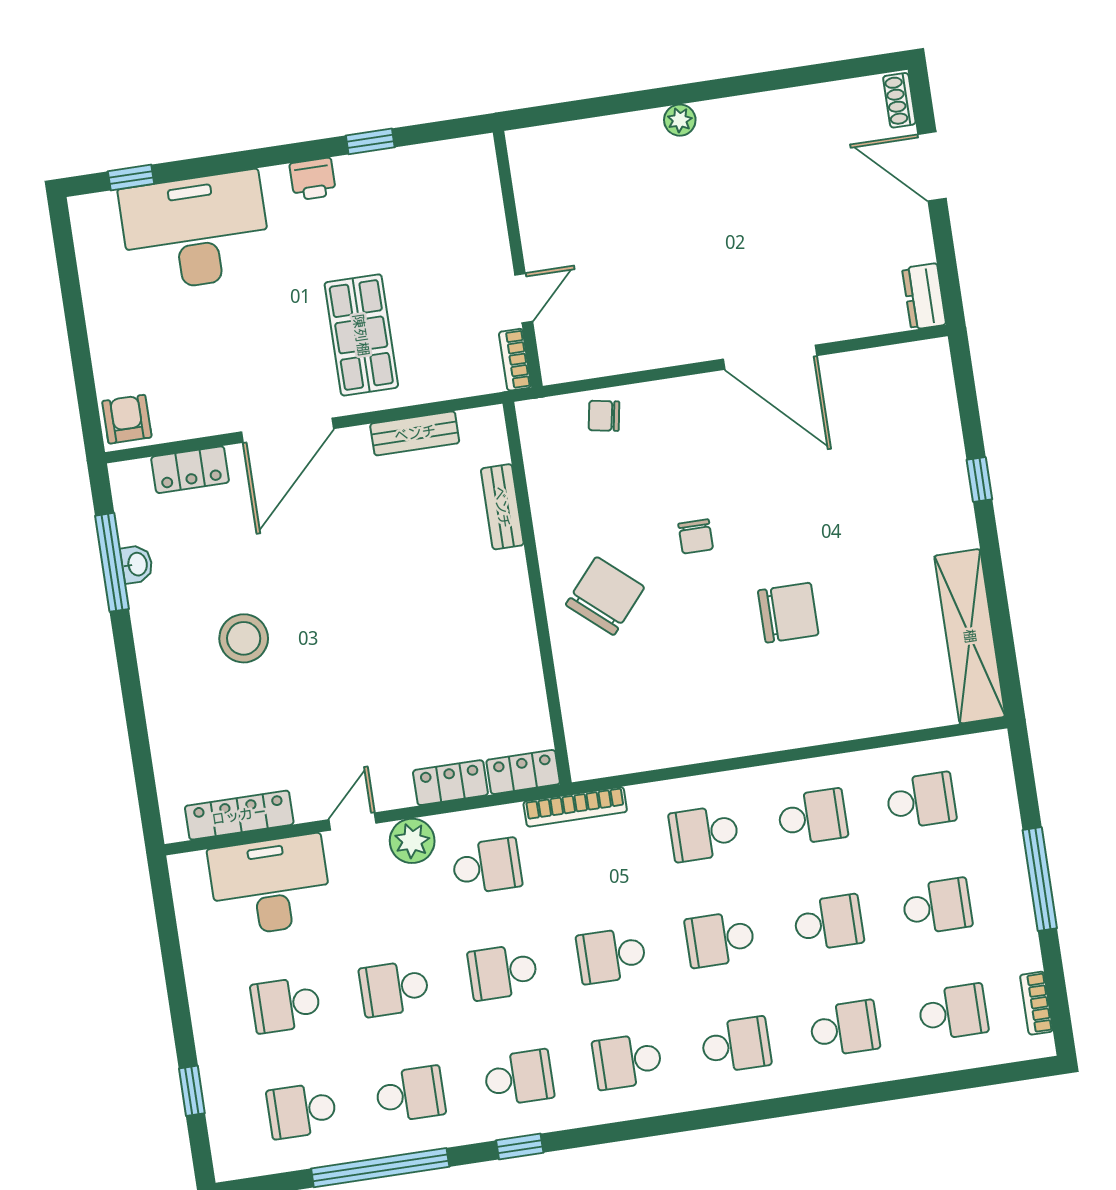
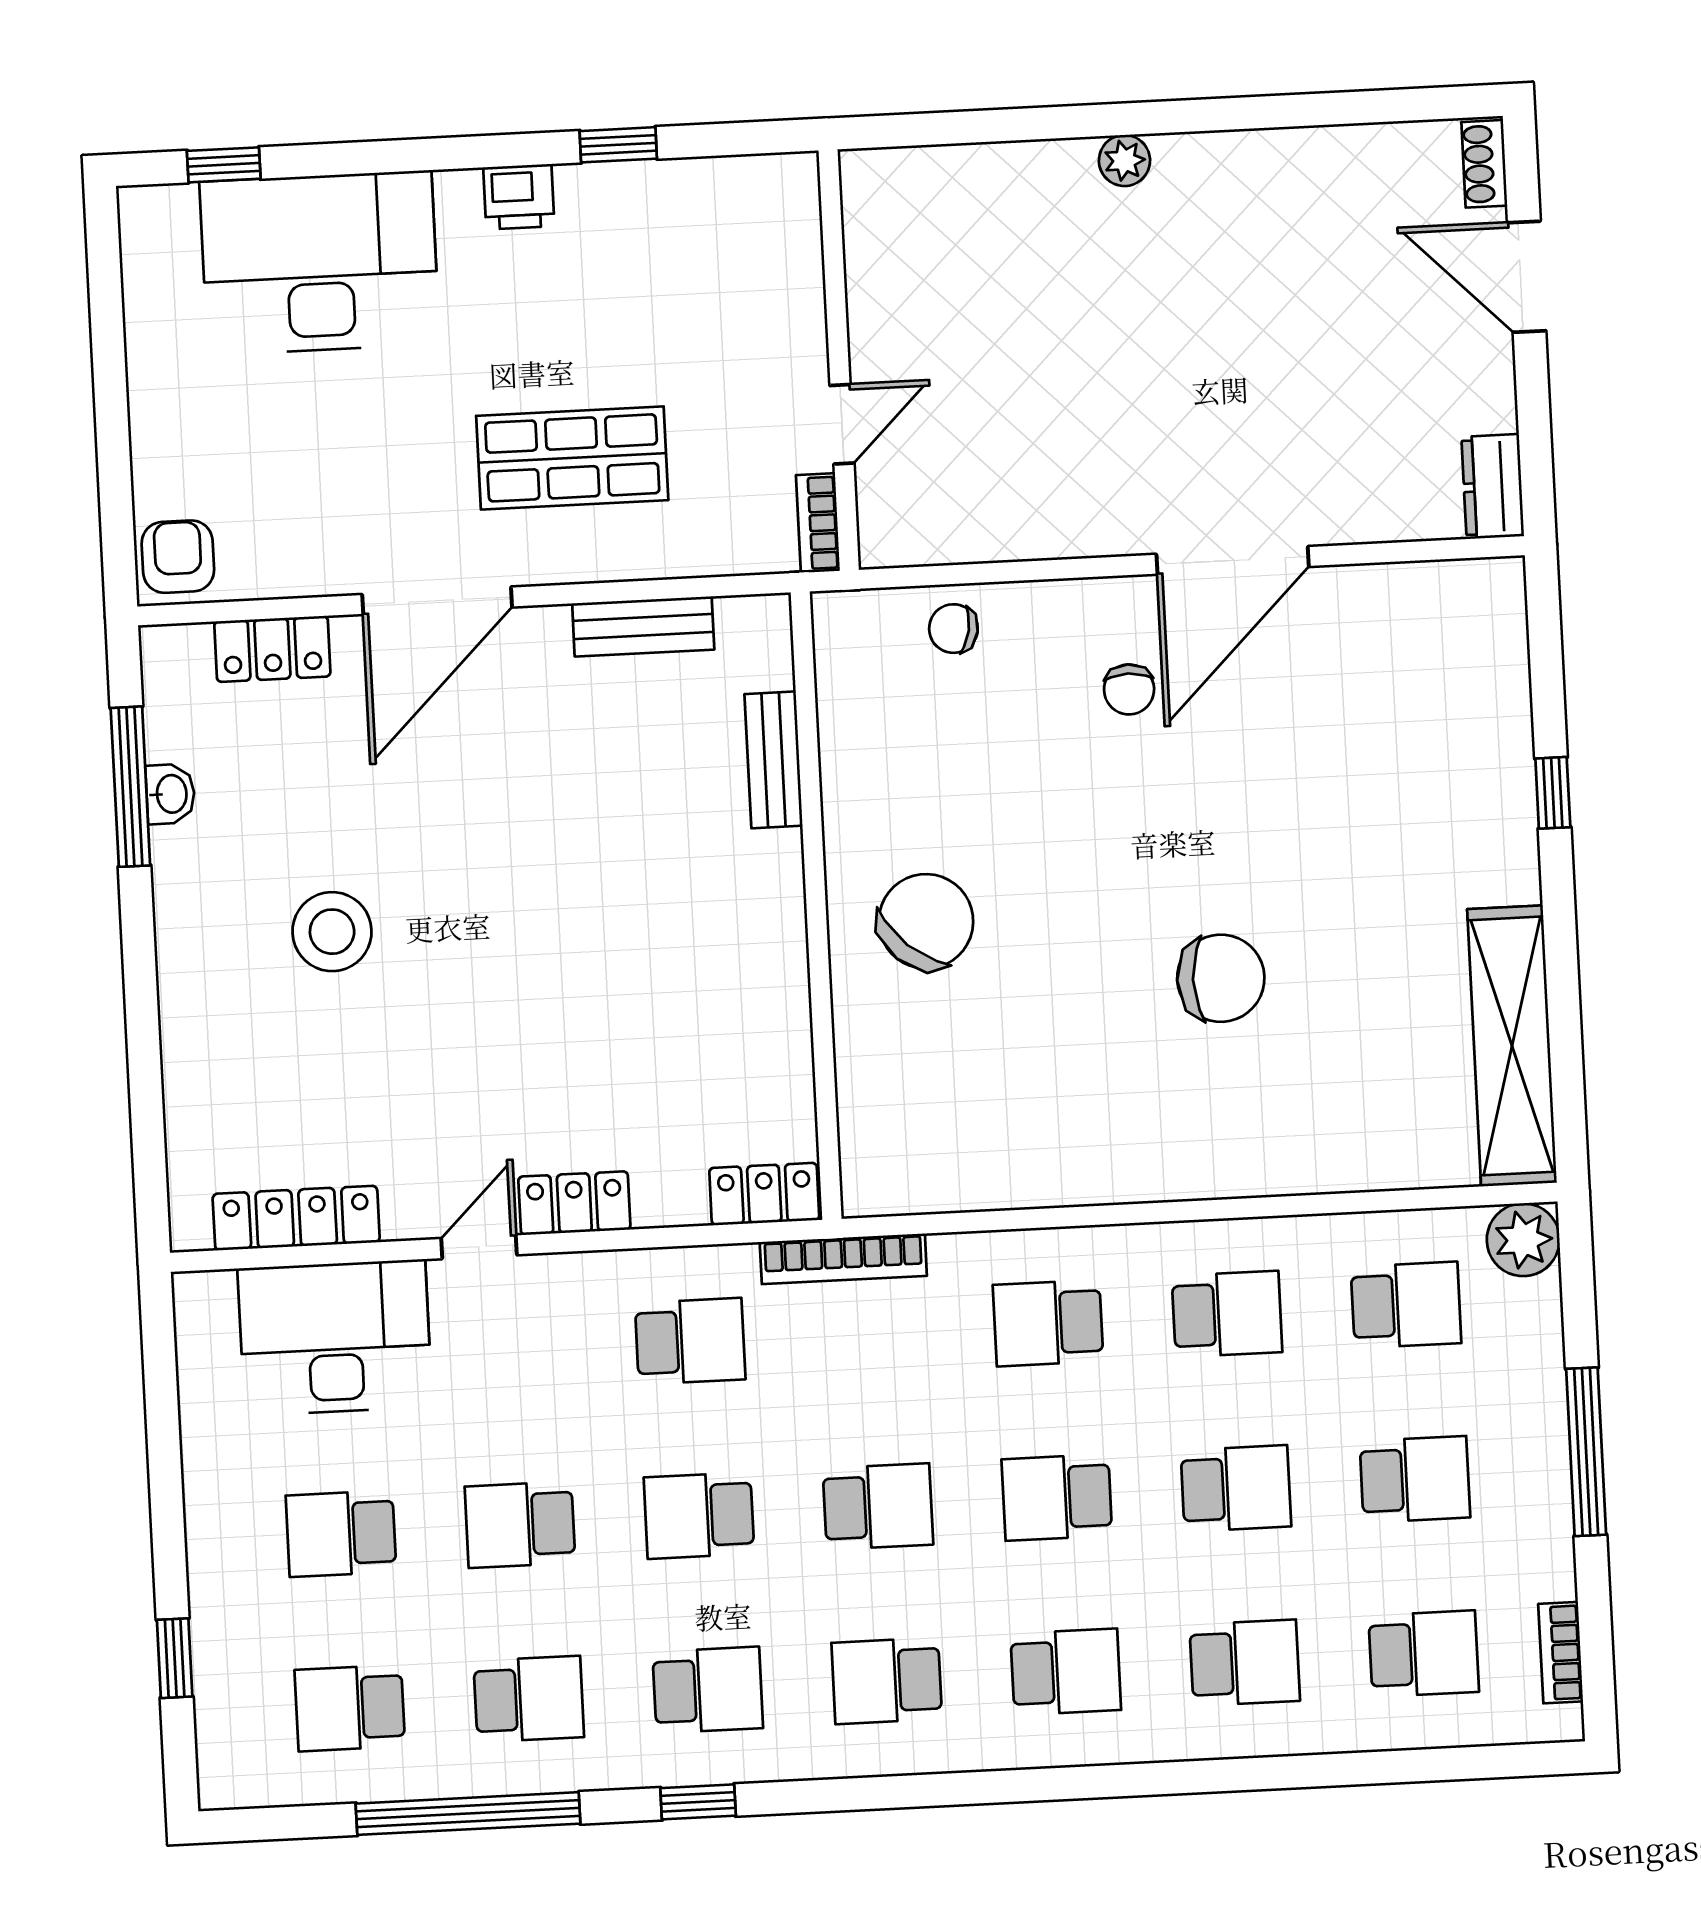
shop shelf: (361, 335) -> (572, 458), turned 90
door: (770, 357) -> (1233, 560), hinge flipped
chair: (696, 536) -> (1129, 689), moved
locker: (450, 783) -> (574, 1203), moved
plant: (412, 841) -> (1523, 1240), moved
school desk: (611, 956) -> (878, 1507), turned 180

